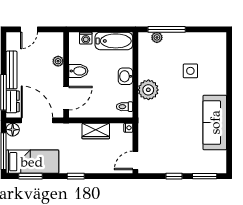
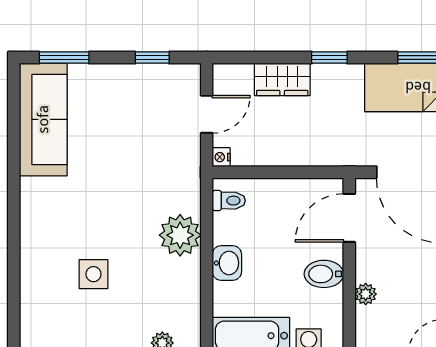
sofa: (215, 122) -> (43, 119), moved
wardrobe: (96, 131) -> (282, 79), moved, turned 180
door: (135, 160) -> (207, 114), moved
window: (174, 176) -> (152, 58), moved

